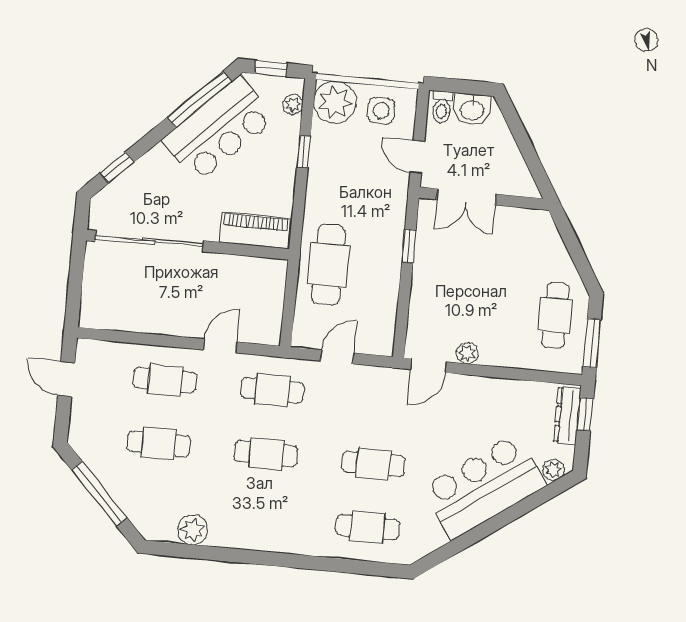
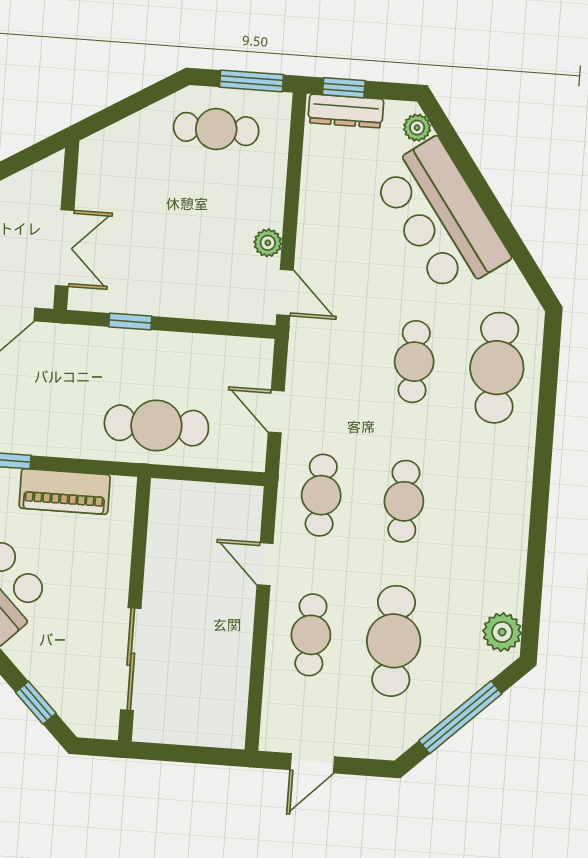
piano: (255, 230) -> (65, 491), moved, turned -90
sliding door: (149, 241) -> (131, 659), width x0.73
cafe table: (159, 444) -> (394, 641), width x1.37, depth x1.35
cafe table: (367, 527) -> (497, 368), width x1.37, depth x1.35
plant: (193, 530) -> (502, 632), moved

